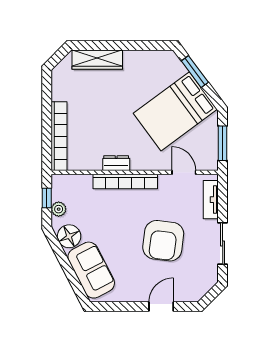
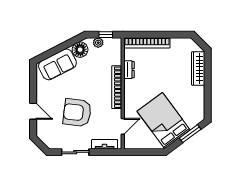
window: (223, 143) -> (142, 152), removed
dresser: (116, 163) -> (129, 70), moved

